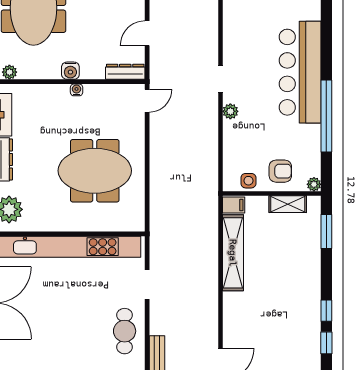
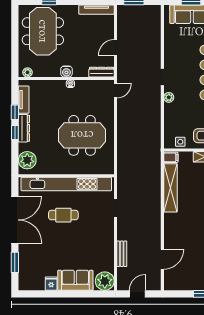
cafe table: (125, 331) -> (63, 215), moved, turned 90

